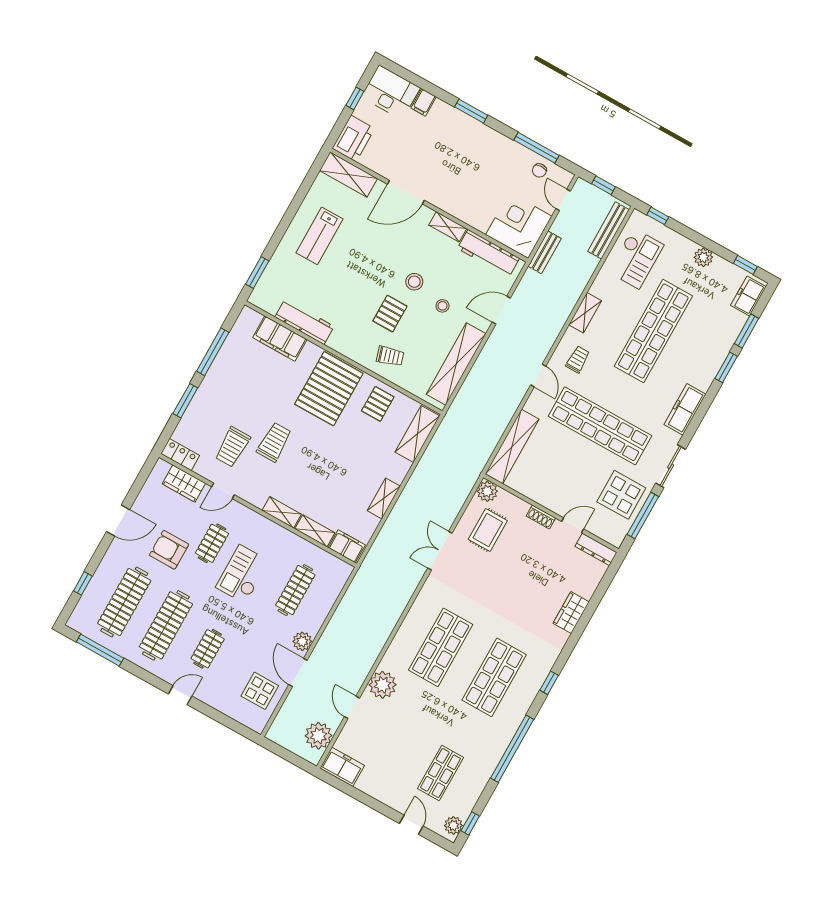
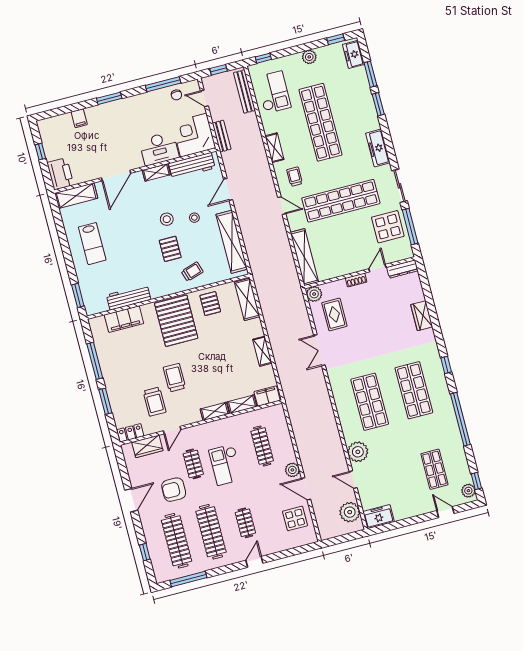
desk: (391, 92) -> (159, 149), moved, turned 180

